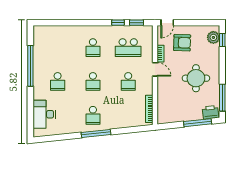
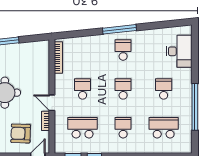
school desk: (58, 48) -> (164, 128), added

